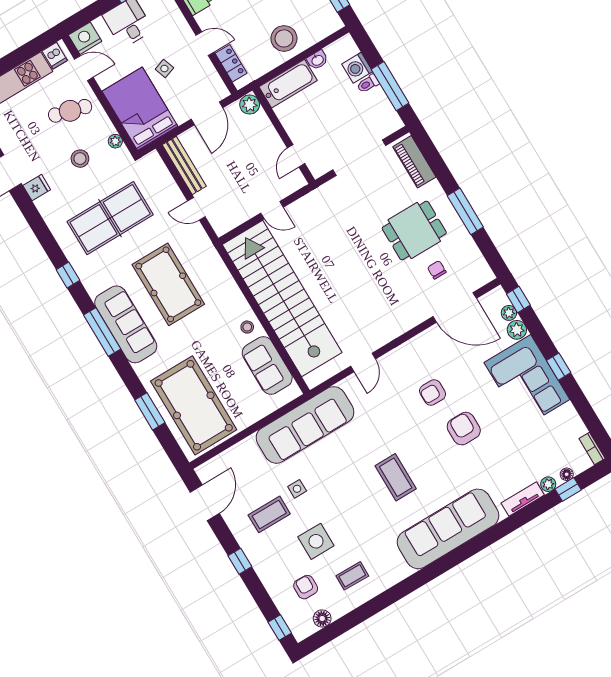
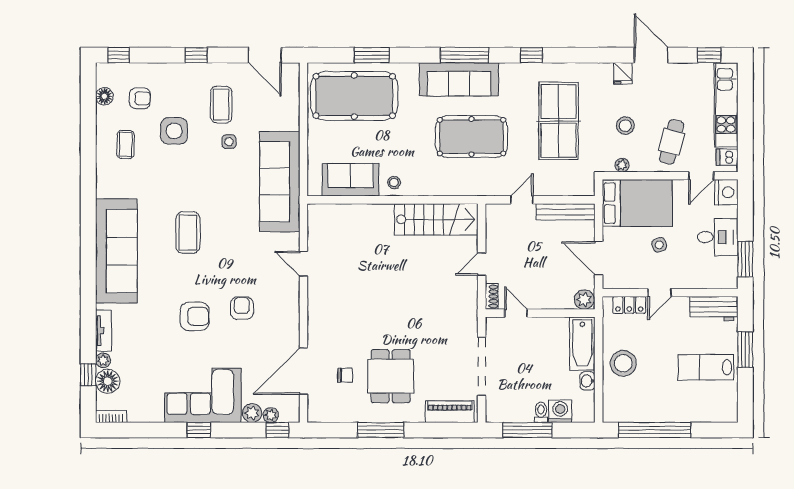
shoe rack: (294, 185) -> (492, 296), added
stairs: (282, 299) -> (436, 219), width x0.54, depth x0.66
floor lamp: (567, 474) -> (108, 381), width x1.89, depth x1.89
coffee table: (396, 477) -> (188, 233), turned 90

